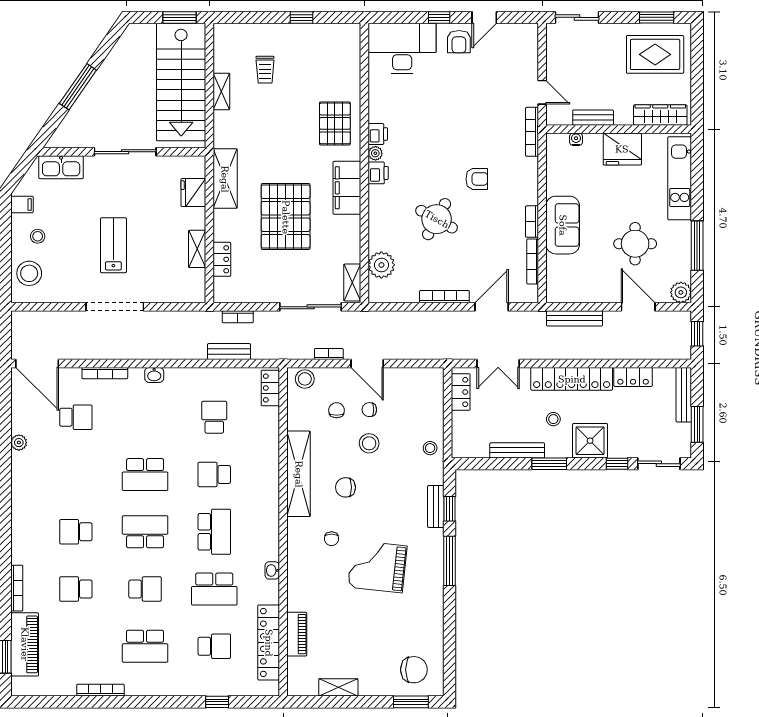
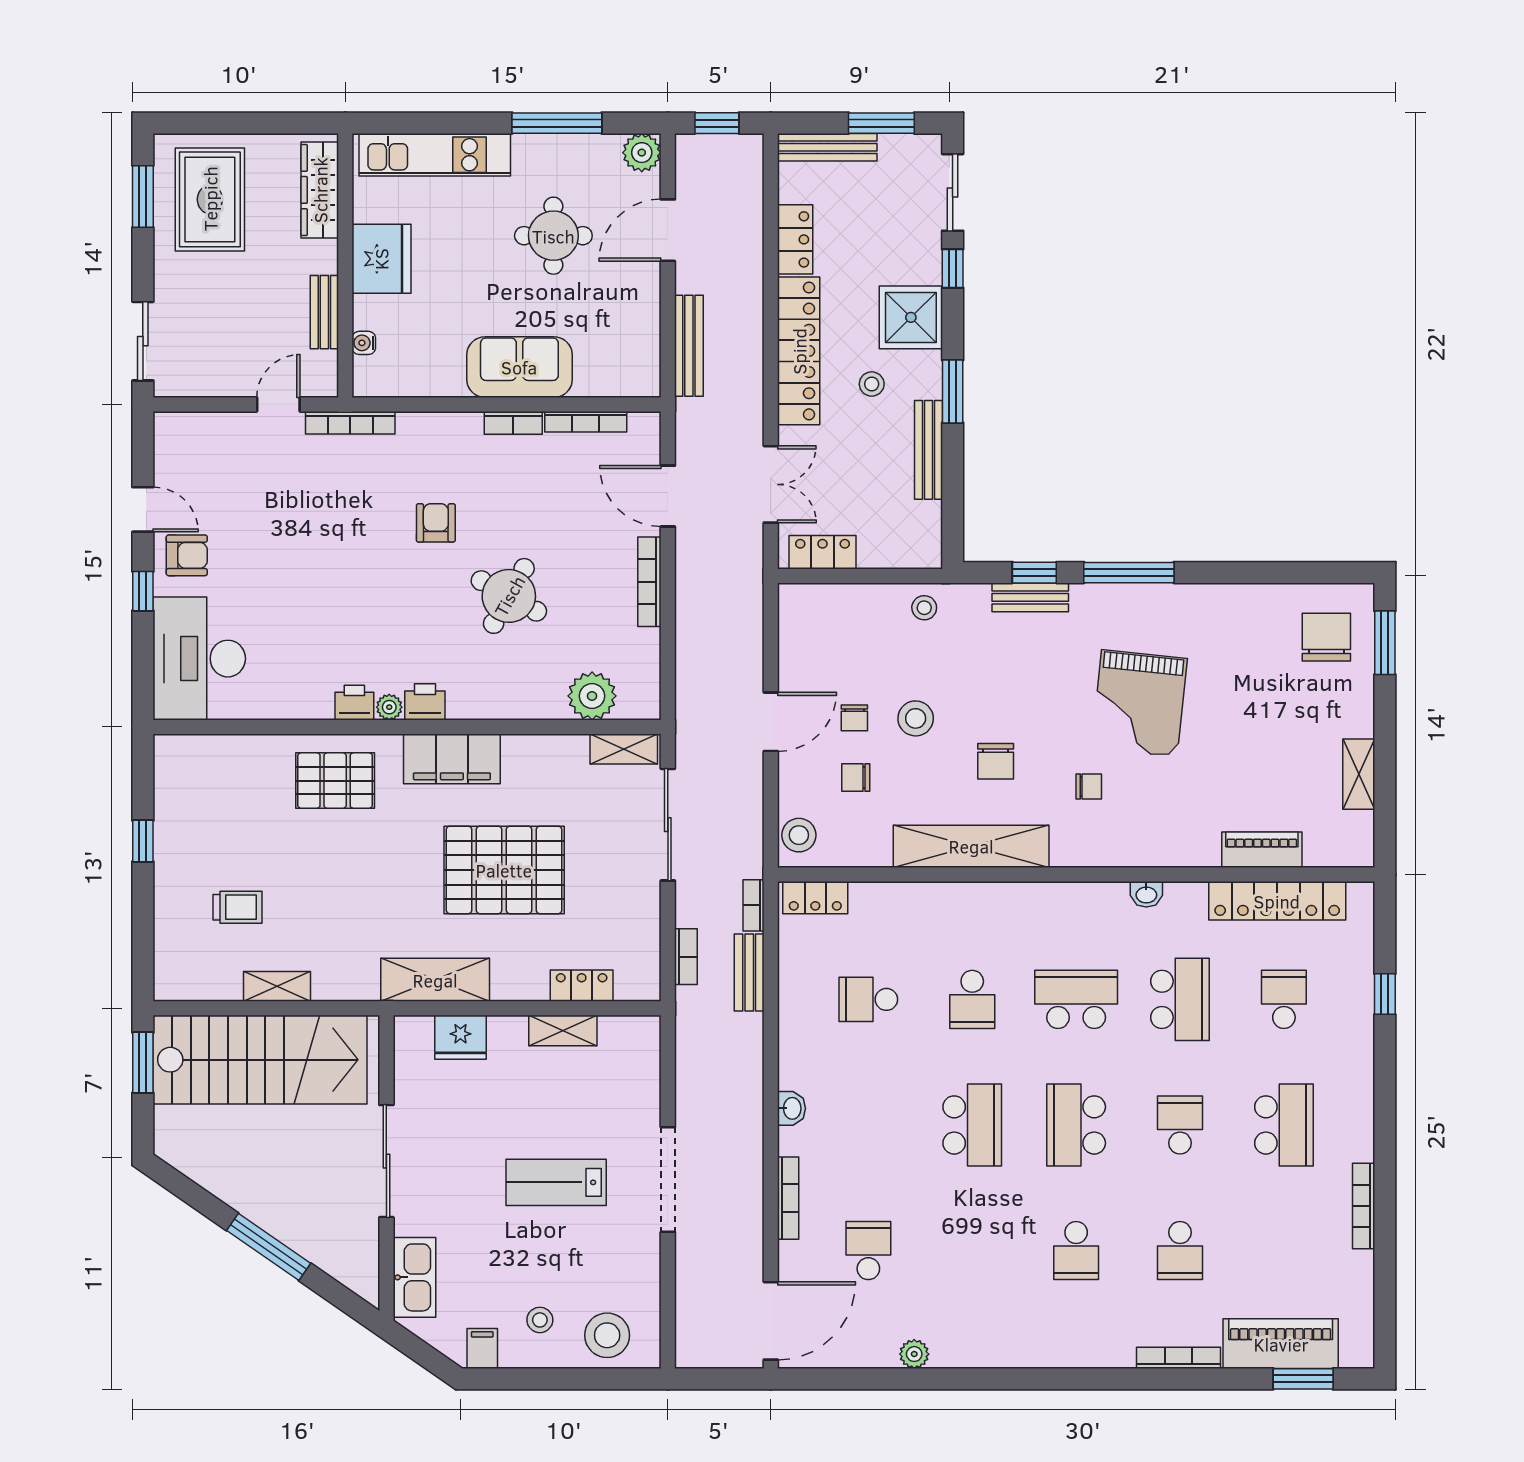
bookcase: (329, 354) -> (754, 905), moved

